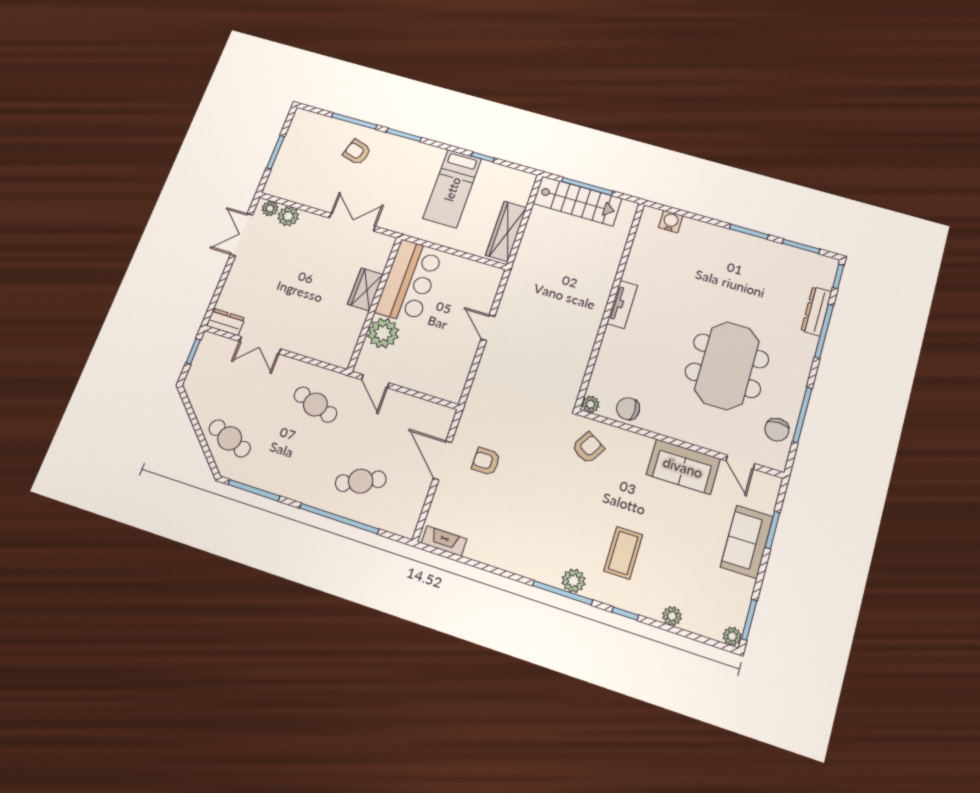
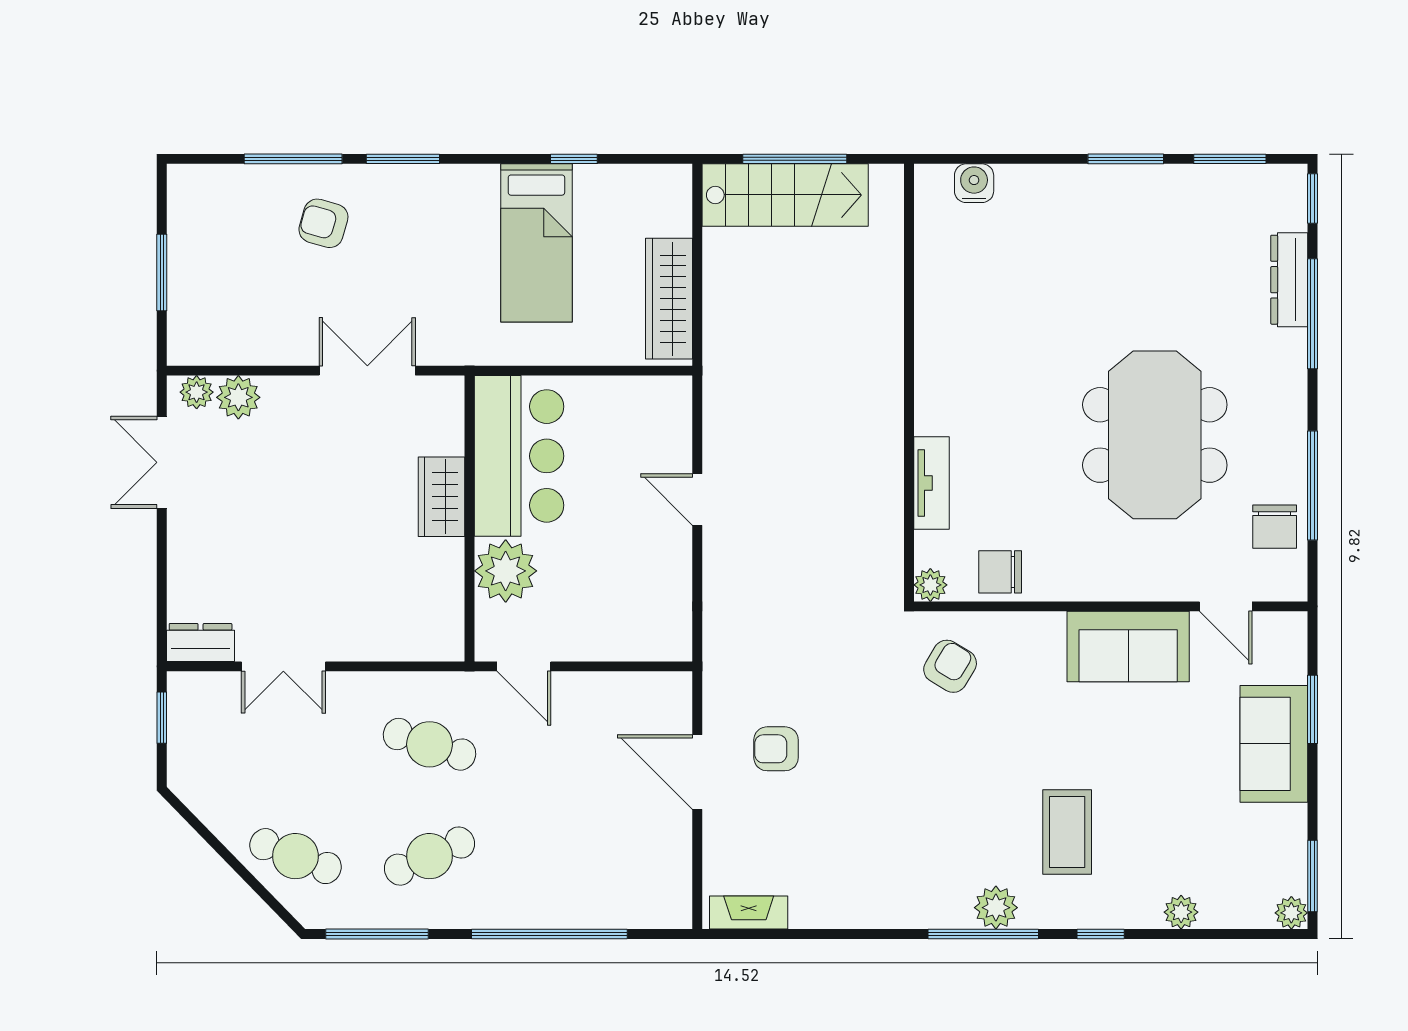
tv unit: (622, 304) -> (931, 483), moved
cafe table: (361, 481) -> (430, 856), moved

